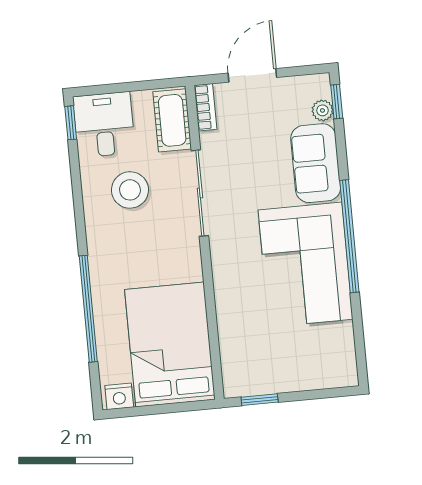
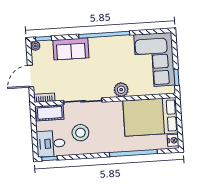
door: (252, 75) -> (31, 76), hinge flipped
plant: (322, 110) -> (35, 46), moved
corner sofa: (306, 265) -> (154, 60), moved, turned 90
plant: (228, 278) -> (121, 90), added

